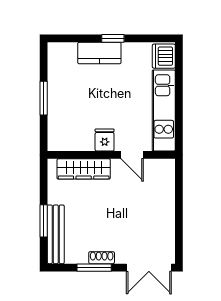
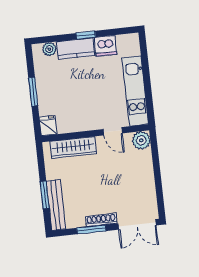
plant: (68, 50) -> (49, 49), added
dishwasher: (164, 56) -> (105, 46), moved, turned -90
fridge: (105, 140) -> (48, 126), moved
plant: (164, 169) -> (141, 140), added
shoe rack: (102, 258) -> (101, 220), width x1.43

